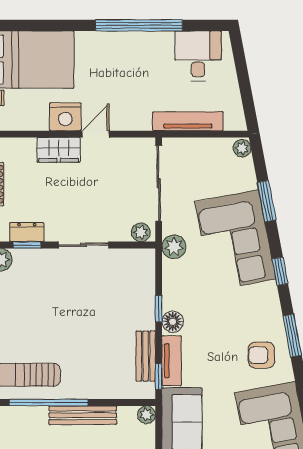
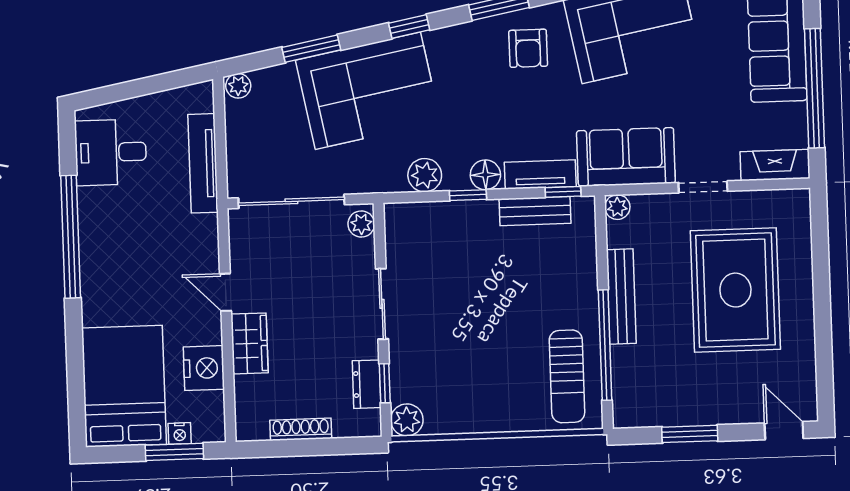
nightstand: (65, 117) -> (204, 368), moved
plant: (174, 247) -> (425, 175), moved

